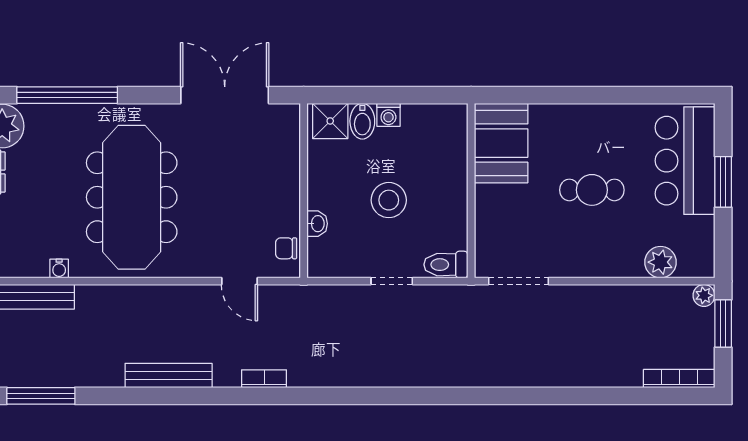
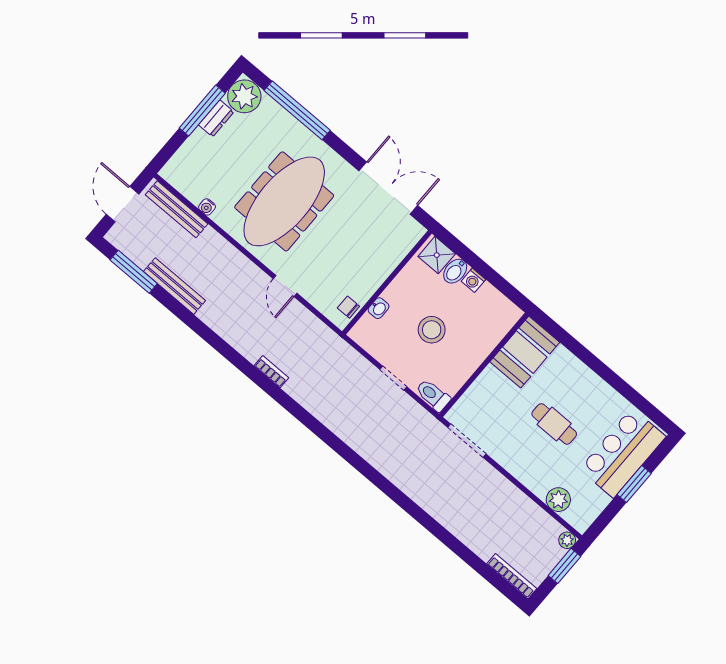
door: (239, 281) -> (285, 286), moved
bench: (169, 376) -> (174, 286), moved

